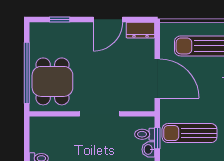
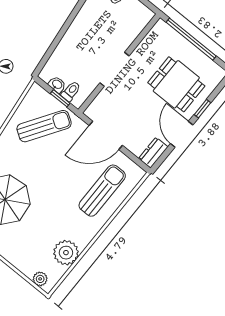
window: (60, 19) -> (203, 109), moved
dining table: (52, 81) -> (176, 84), moved
sun lounger: (190, 133) -> (44, 126), turned 33

